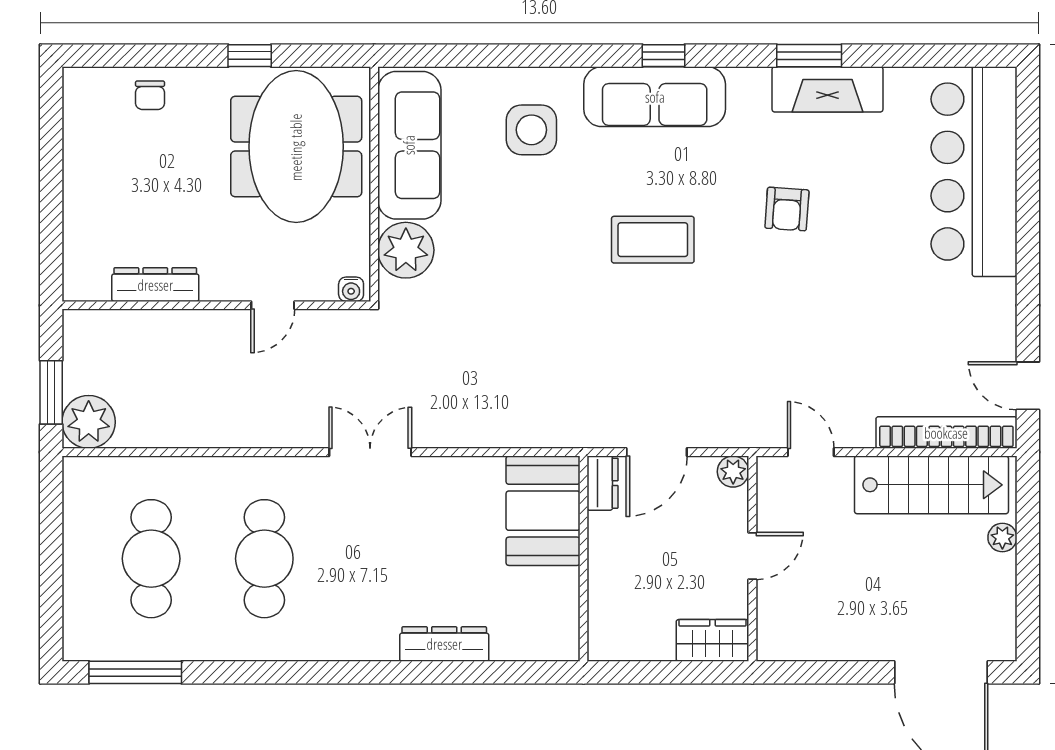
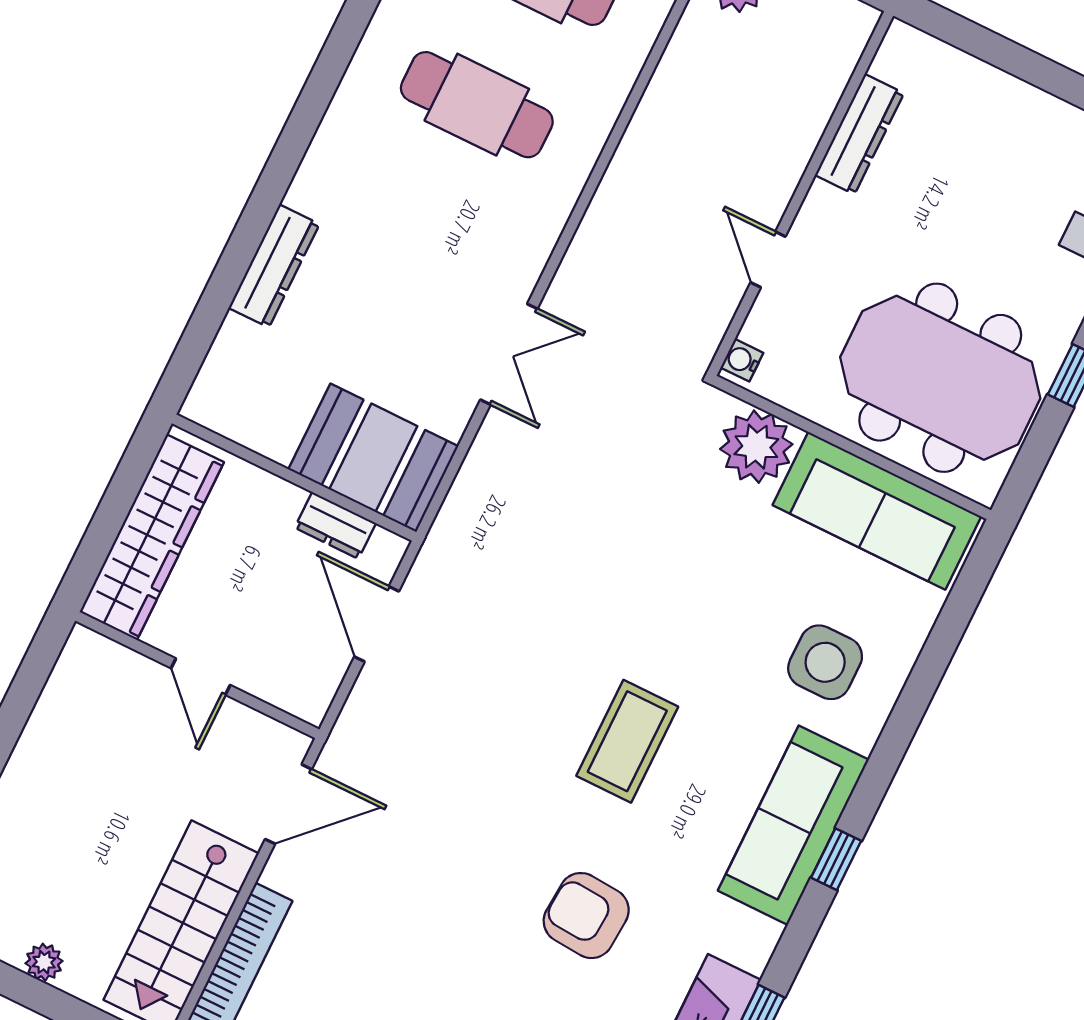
armchair: (787, 209) -> (586, 916), width x1.38, depth x1.38
double door: (370, 452) -> (509, 354), moved
door: (811, 452) -> (288, 804), width x1.38
plant: (733, 472) -> (310, 702), removed
dresser: (603, 483) -> (335, 525), moved
plant: (1002, 538) -> (44, 962), moved
wardrobe: (712, 640) -> (152, 537), width x2.10, depth x1.17

